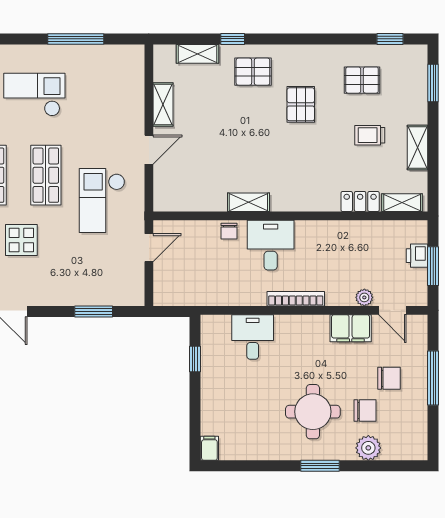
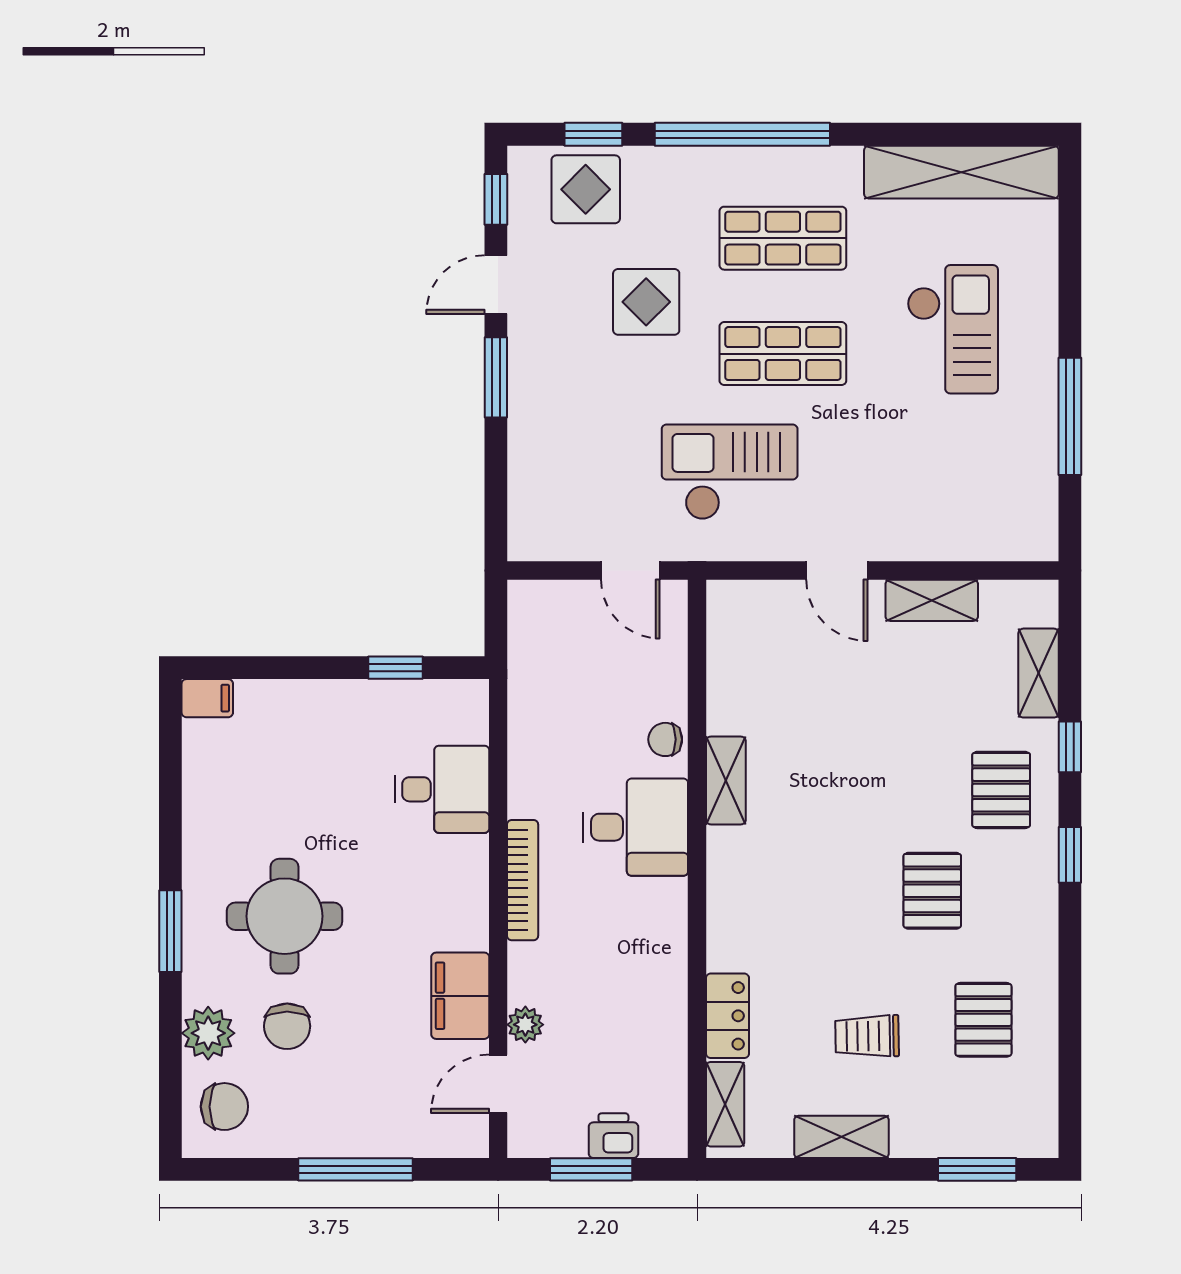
window: (390, 39) -> (1070, 855), moved
pallet: (301, 104) -> (932, 891), turned 90
trolley: (370, 135) -> (867, 1036), turned -91
window: (94, 311) -> (496, 377), moved
chair: (389, 378) -> (224, 1107), moved, turned -90

